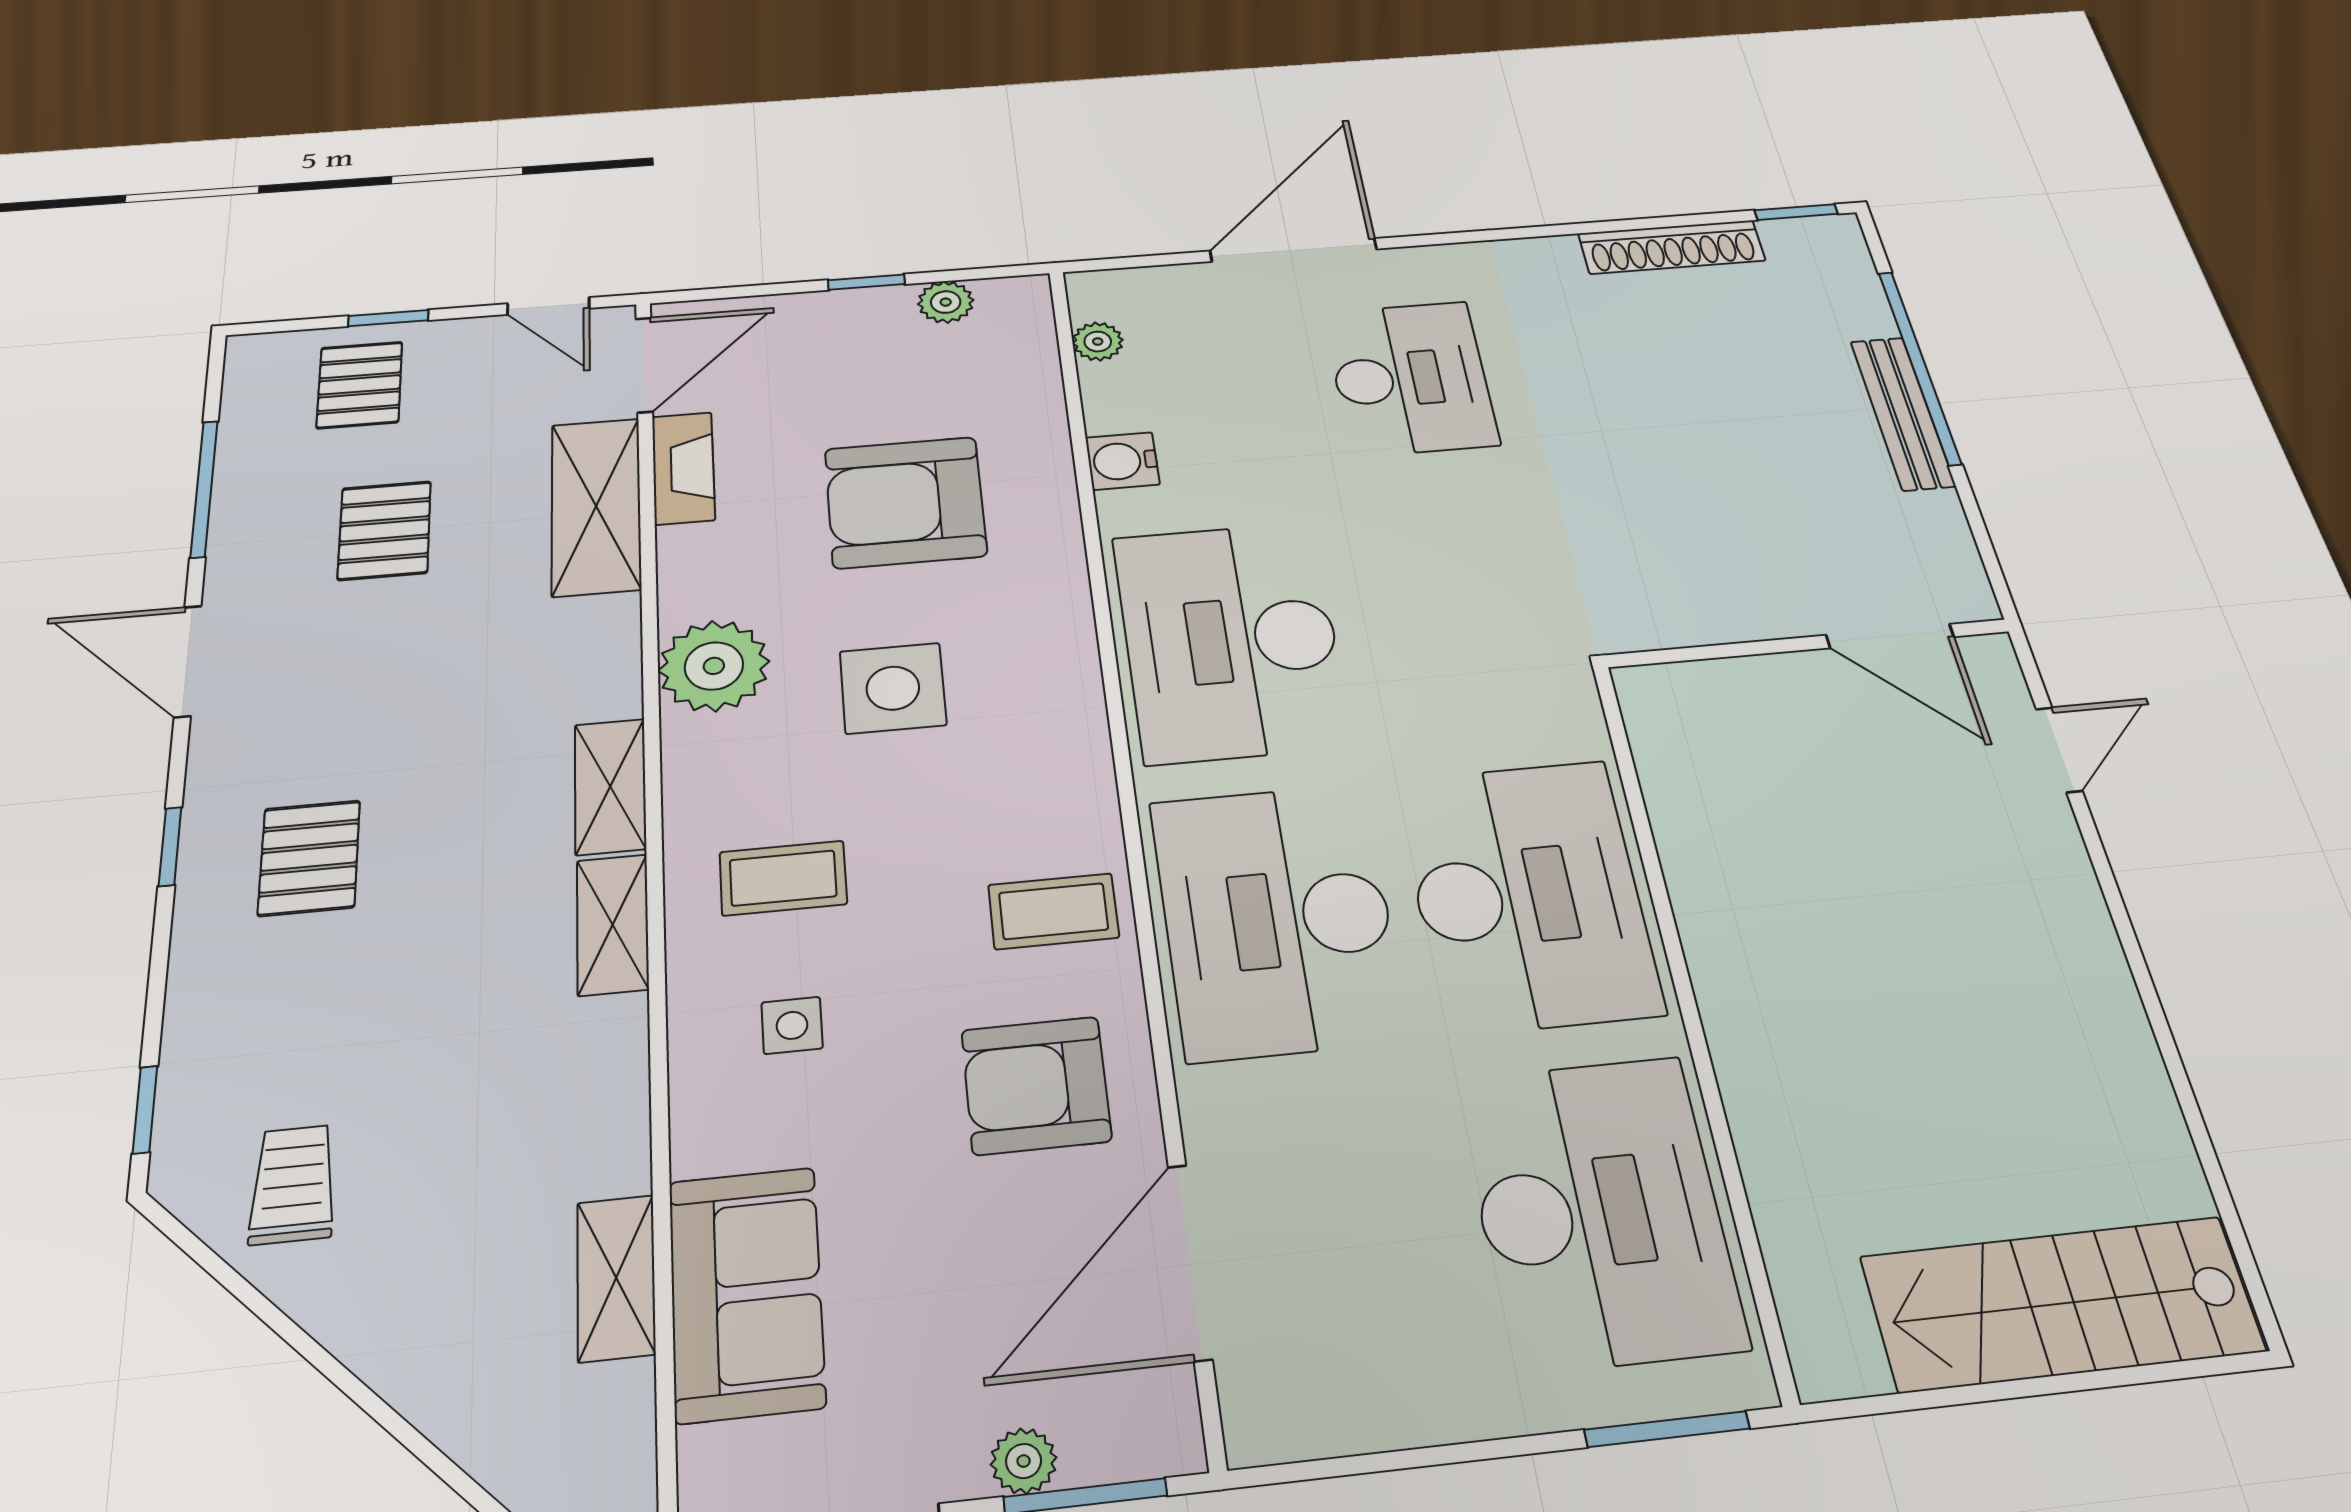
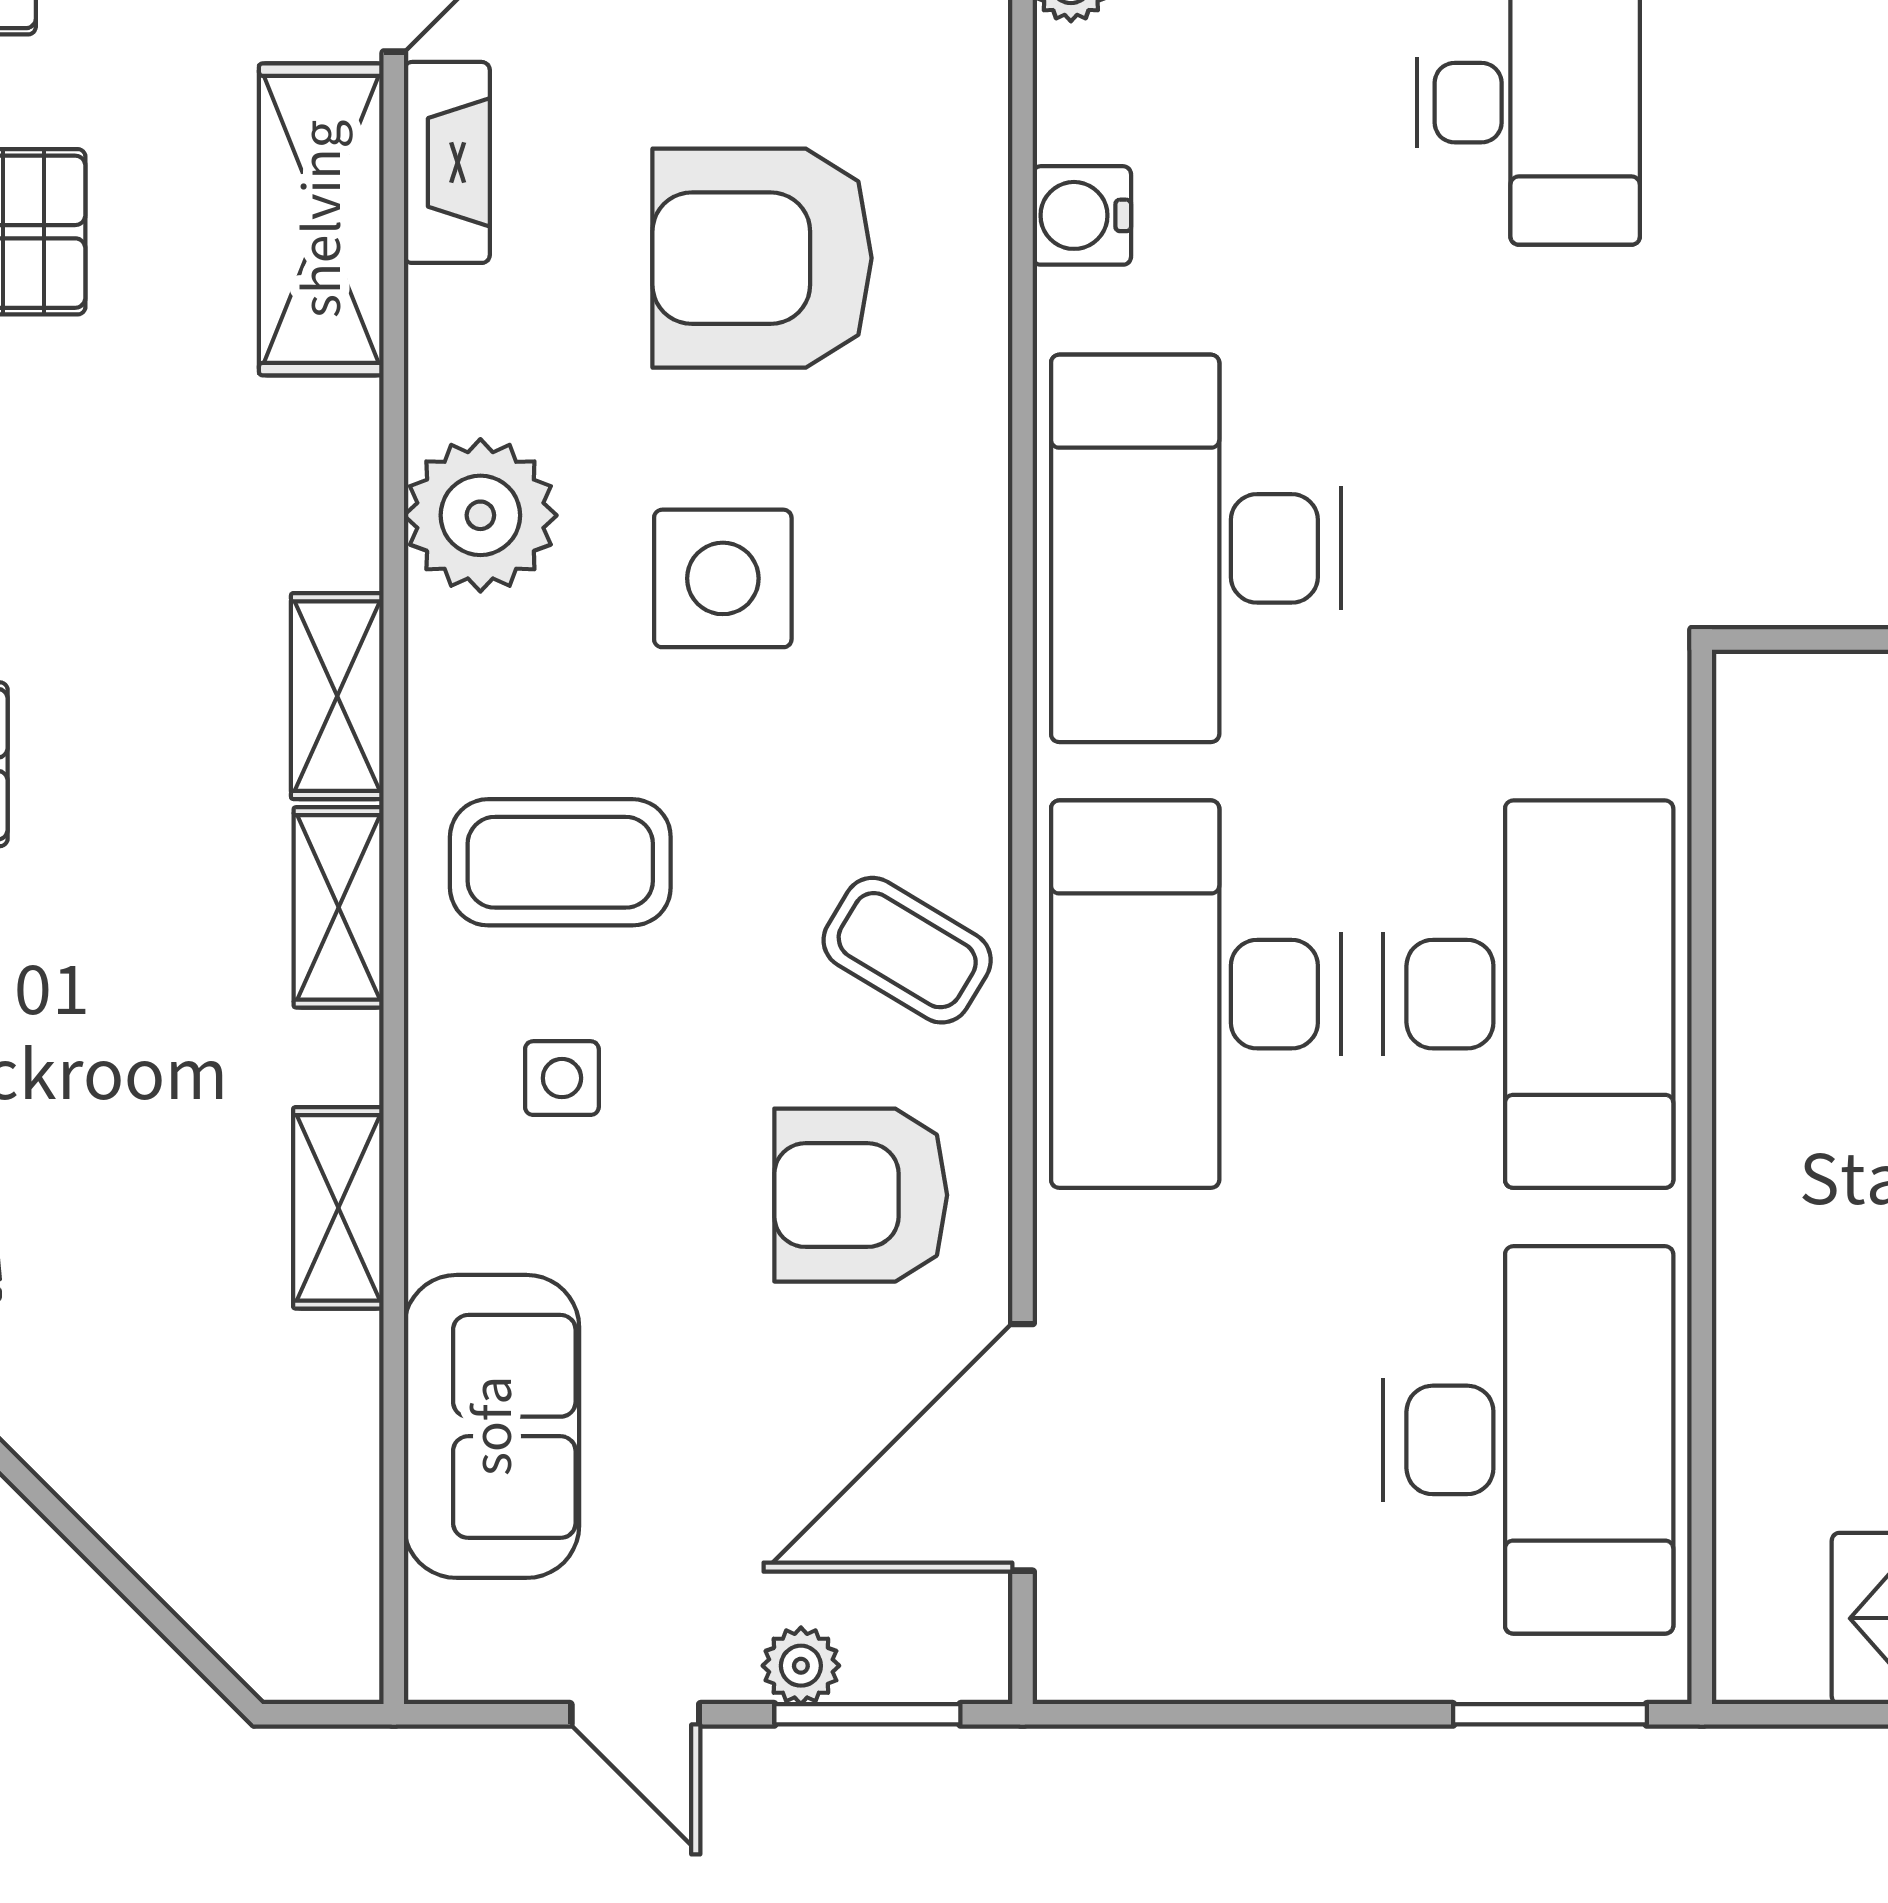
coffee table: (783, 878) -> (560, 862), width x1.36, depth x1.30
coffee table: (1053, 911) -> (907, 950), turned 31
shelving: (616, 1278) -> (338, 1208), moved

